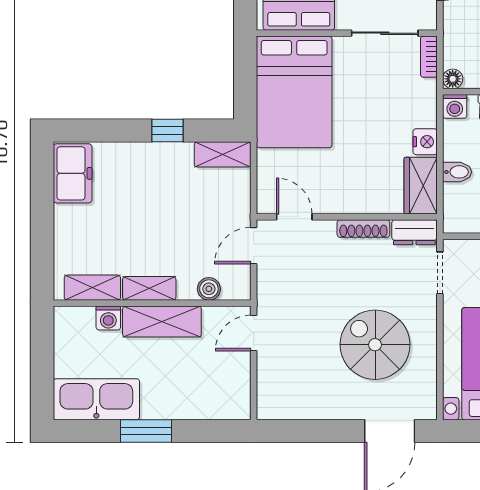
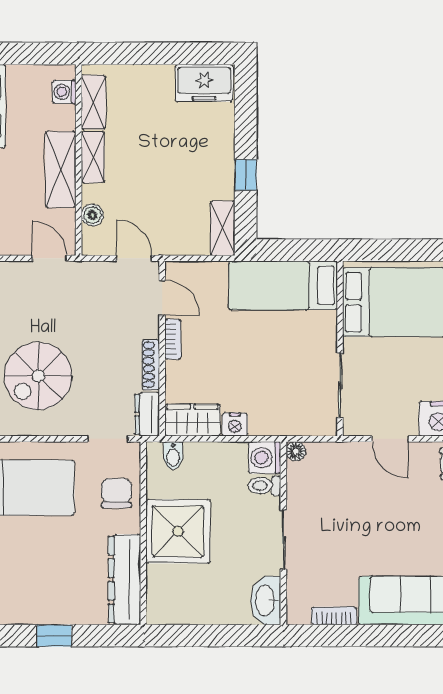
bookcase: (429, 57) -> (173, 339), moved, turned 90
bed: (294, 92) -> (283, 285), width x0.67
washing machine: (455, 106) -> (265, 458), width x1.38, depth x1.38
bidet: (457, 172) -> (173, 456), moved
door: (294, 217) -> (162, 298), hinge flipped
washing machine: (108, 318) -> (64, 92), moved
spiral stairs: (375, 345) -> (38, 376), turned 180

